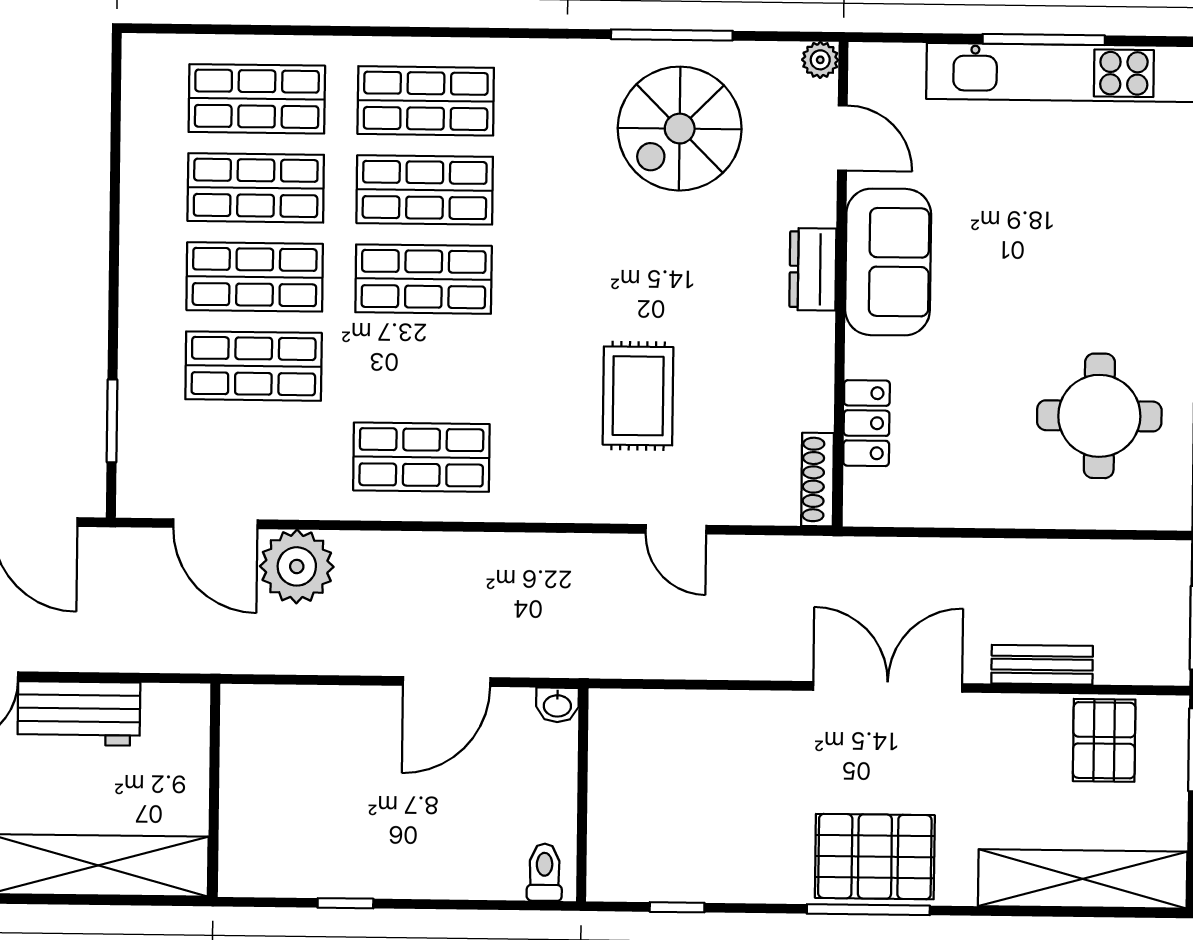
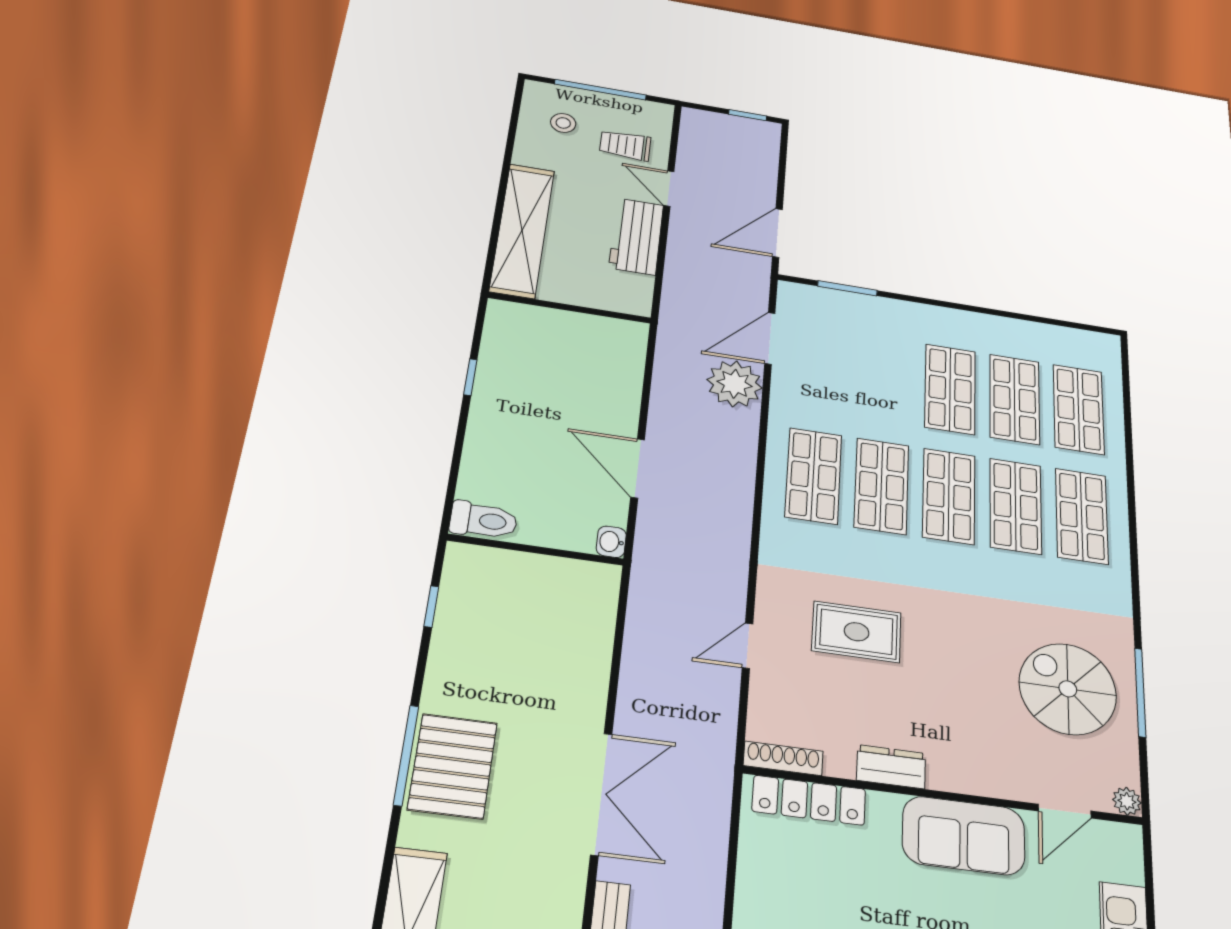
dresser: (813, 269) -> (891, 767), moved
shop shelf: (254, 366) -> (881, 486), moved
locker: (867, 423) -> (809, 800), width x1.53
toilet: (544, 872) -> (484, 520), width x1.37, depth x1.39

